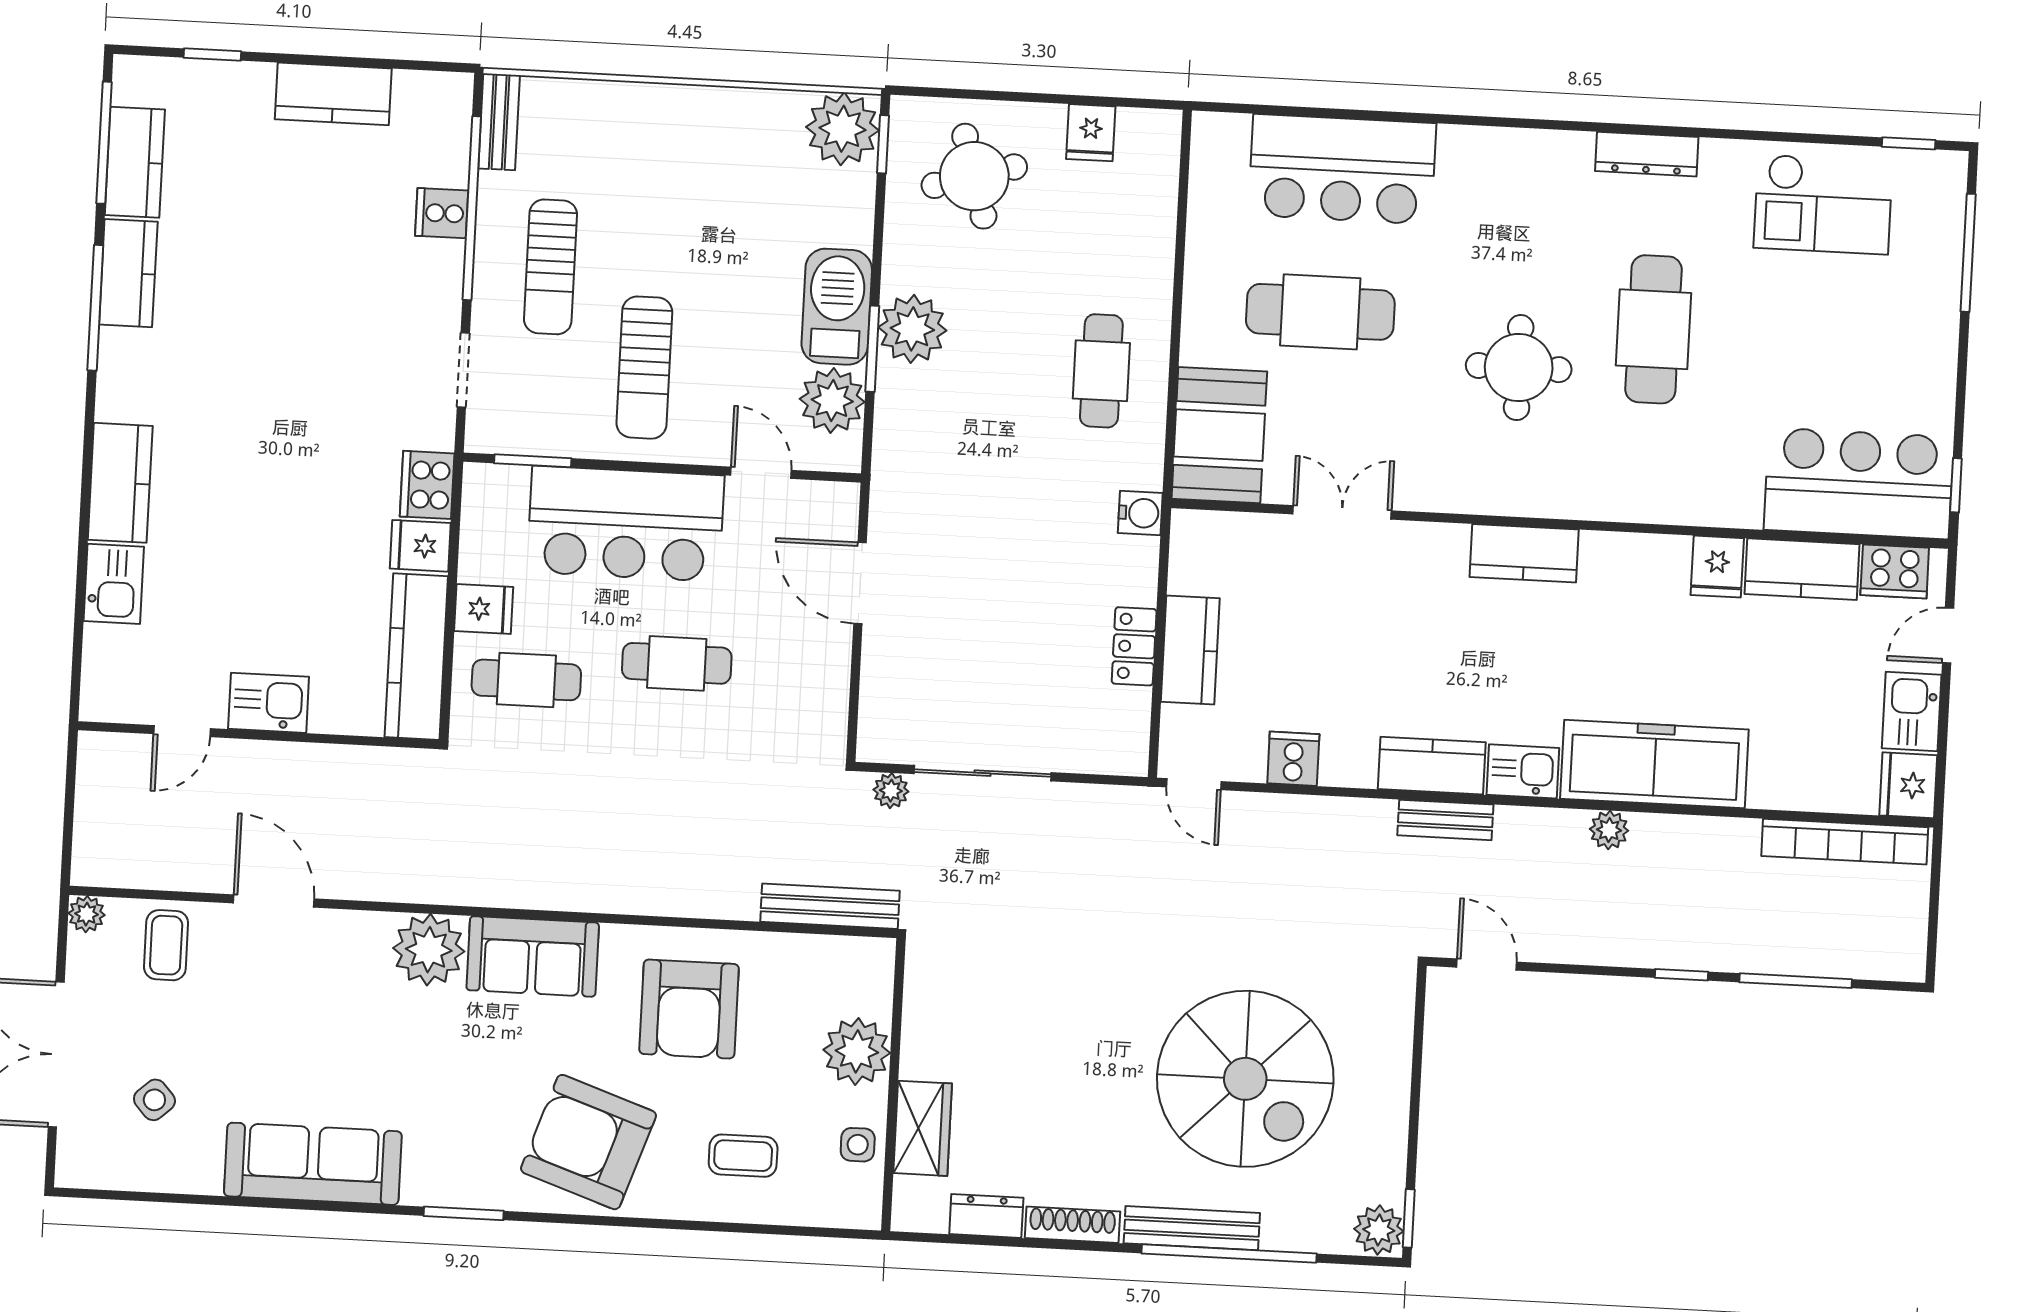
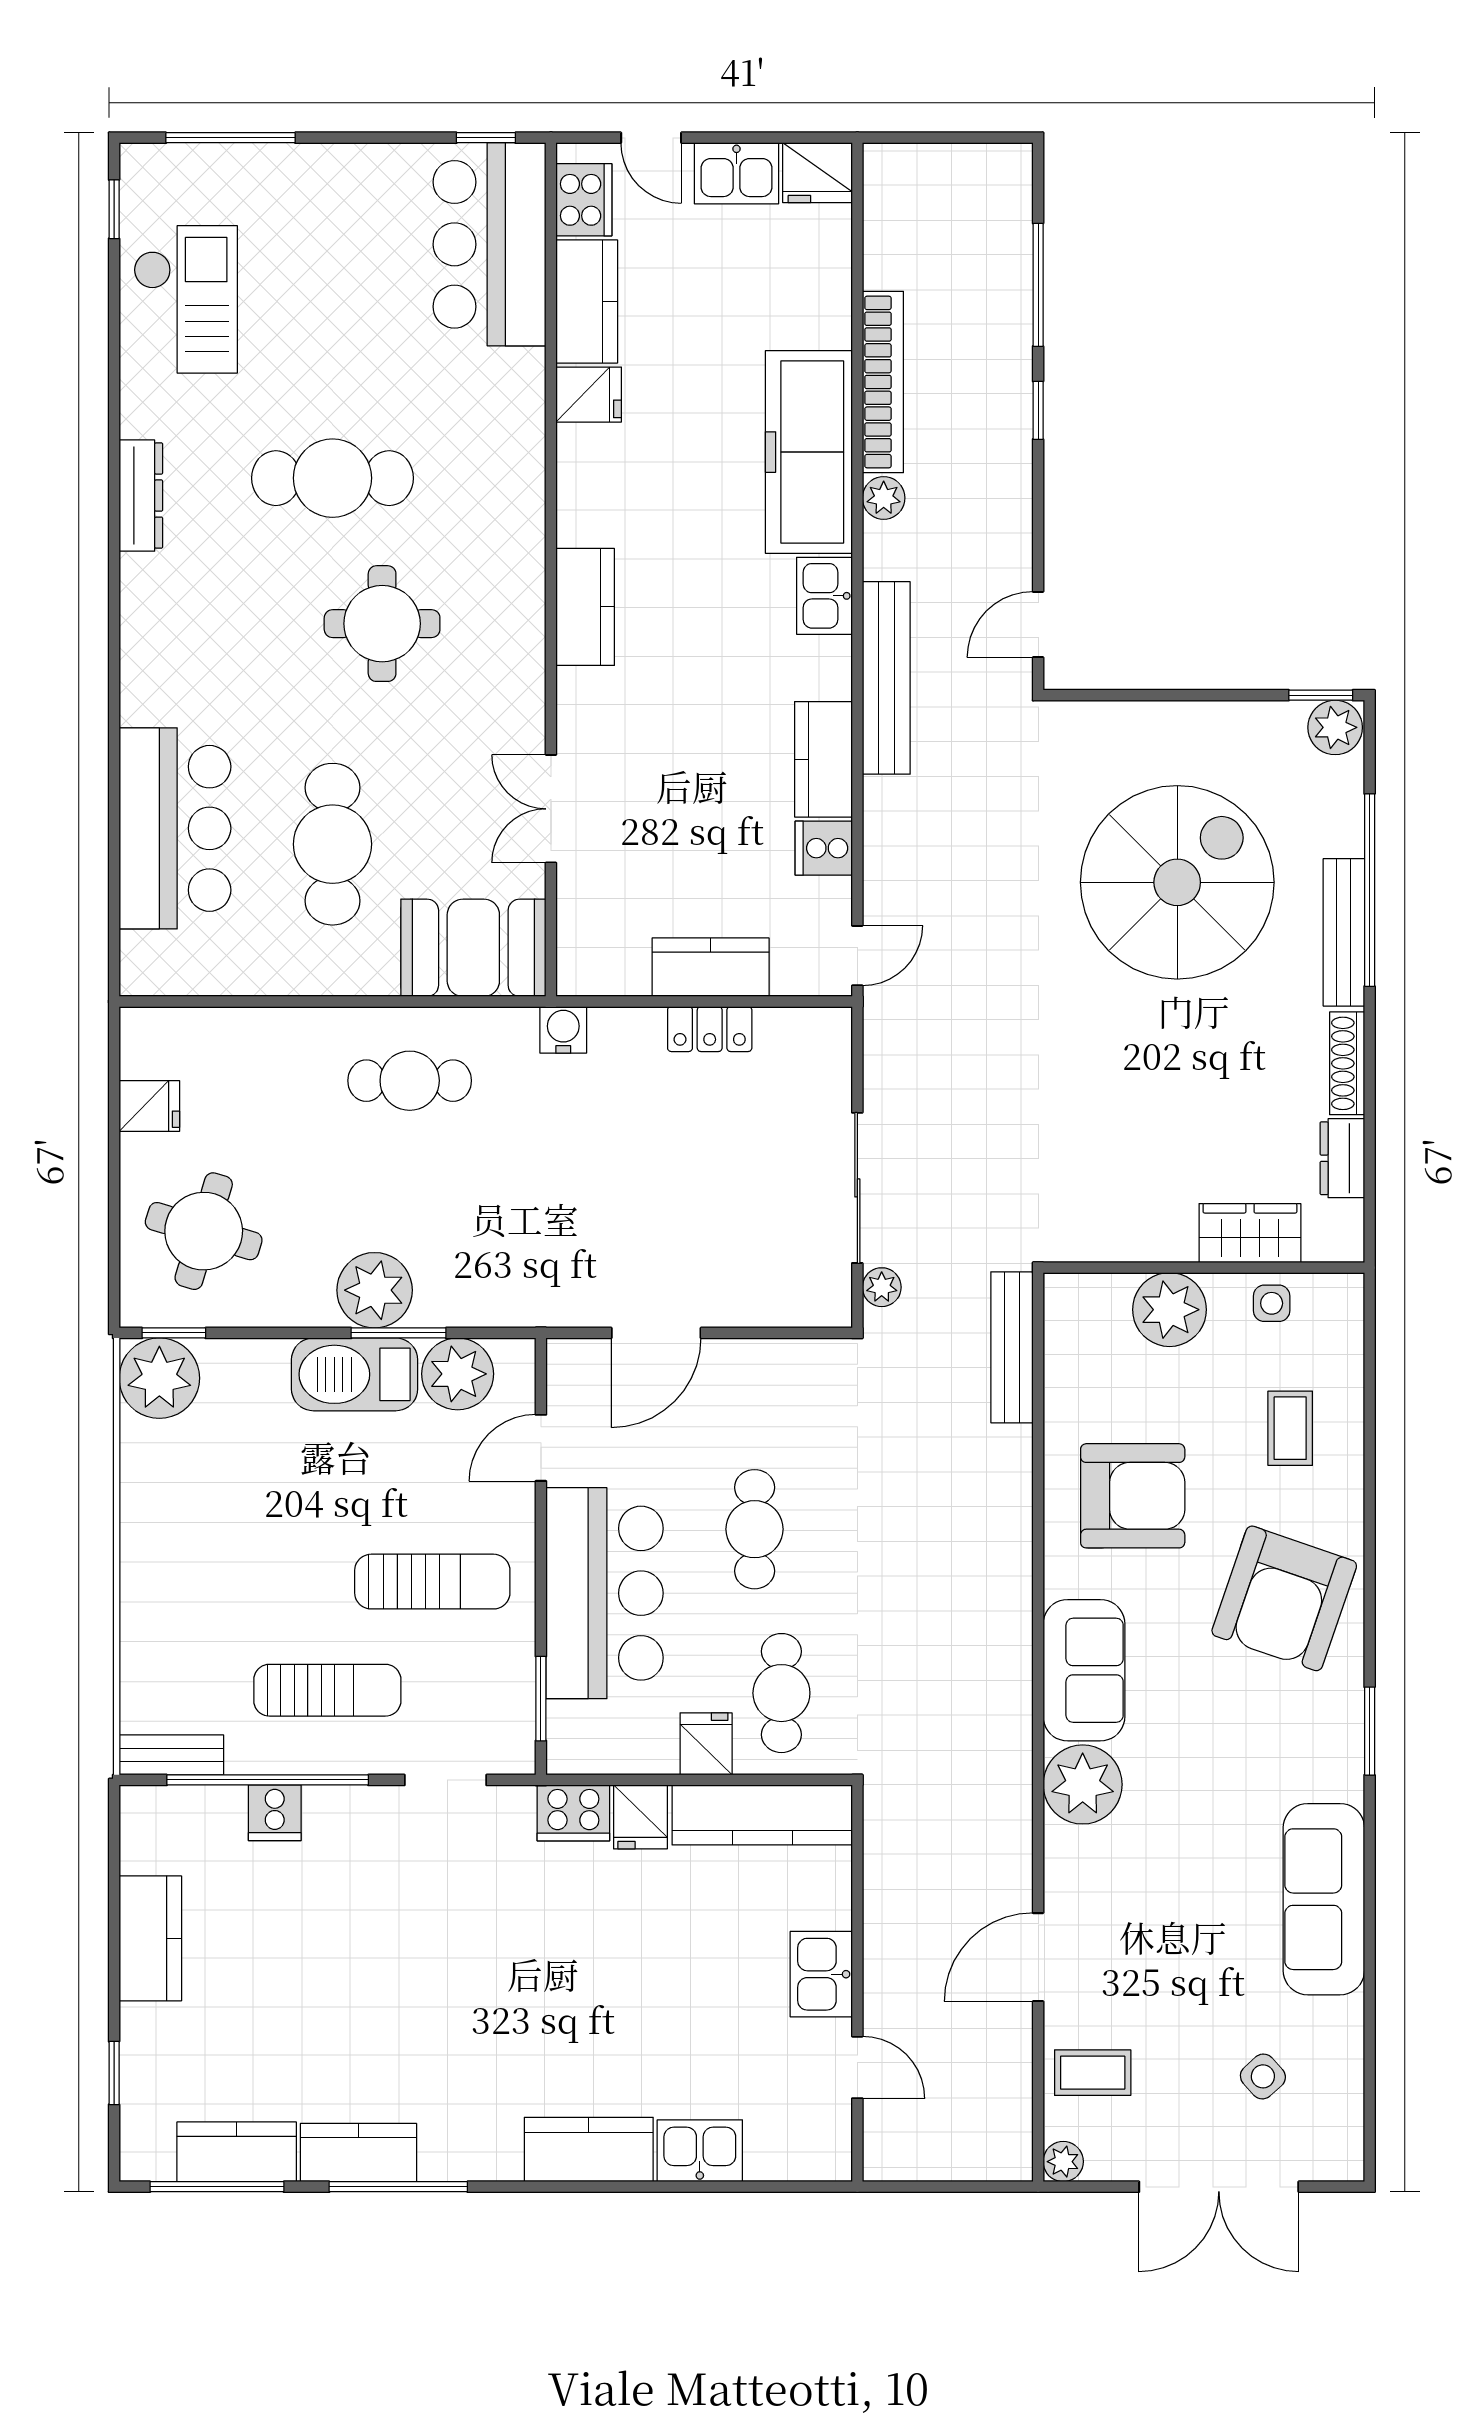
round table: (974, 176) -> (204, 1231), turned 33
kitchen counter: (1432, 766) -> (823, 759), moved
bench: (1445, 820) -> (886, 678), width x1.86, depth x1.21
bookcase: (1845, 842) -> (883, 382), moved

